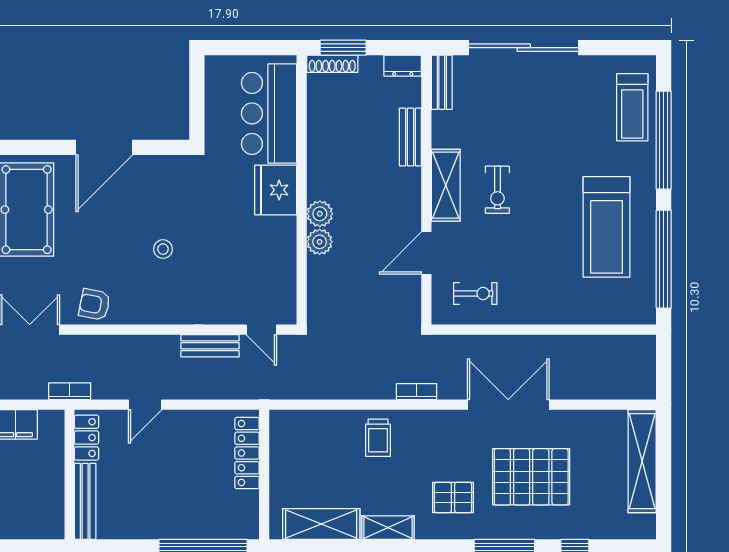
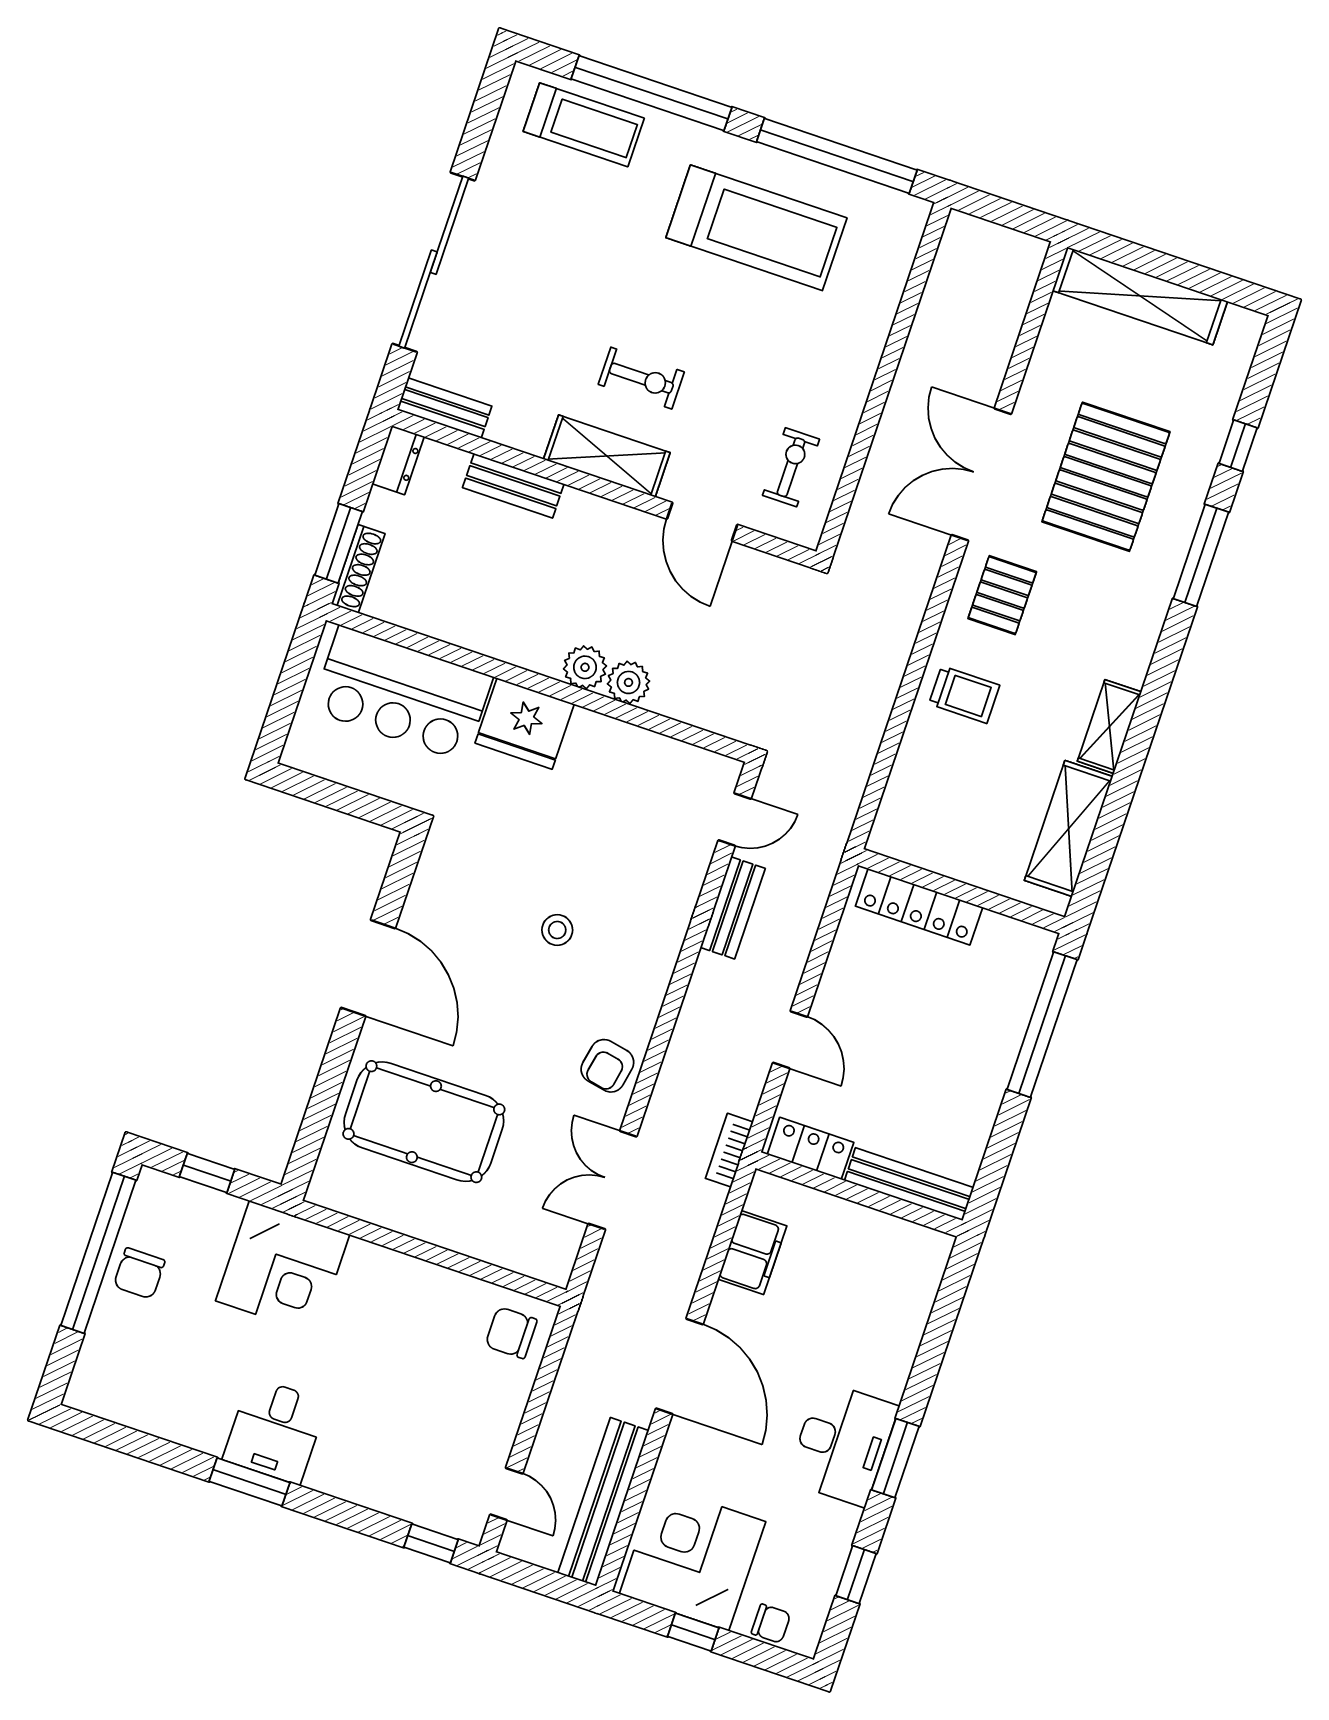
bookcase: (417, 392) -> (913, 610), removed
pallet: (453, 498) -> (1002, 595), moved

